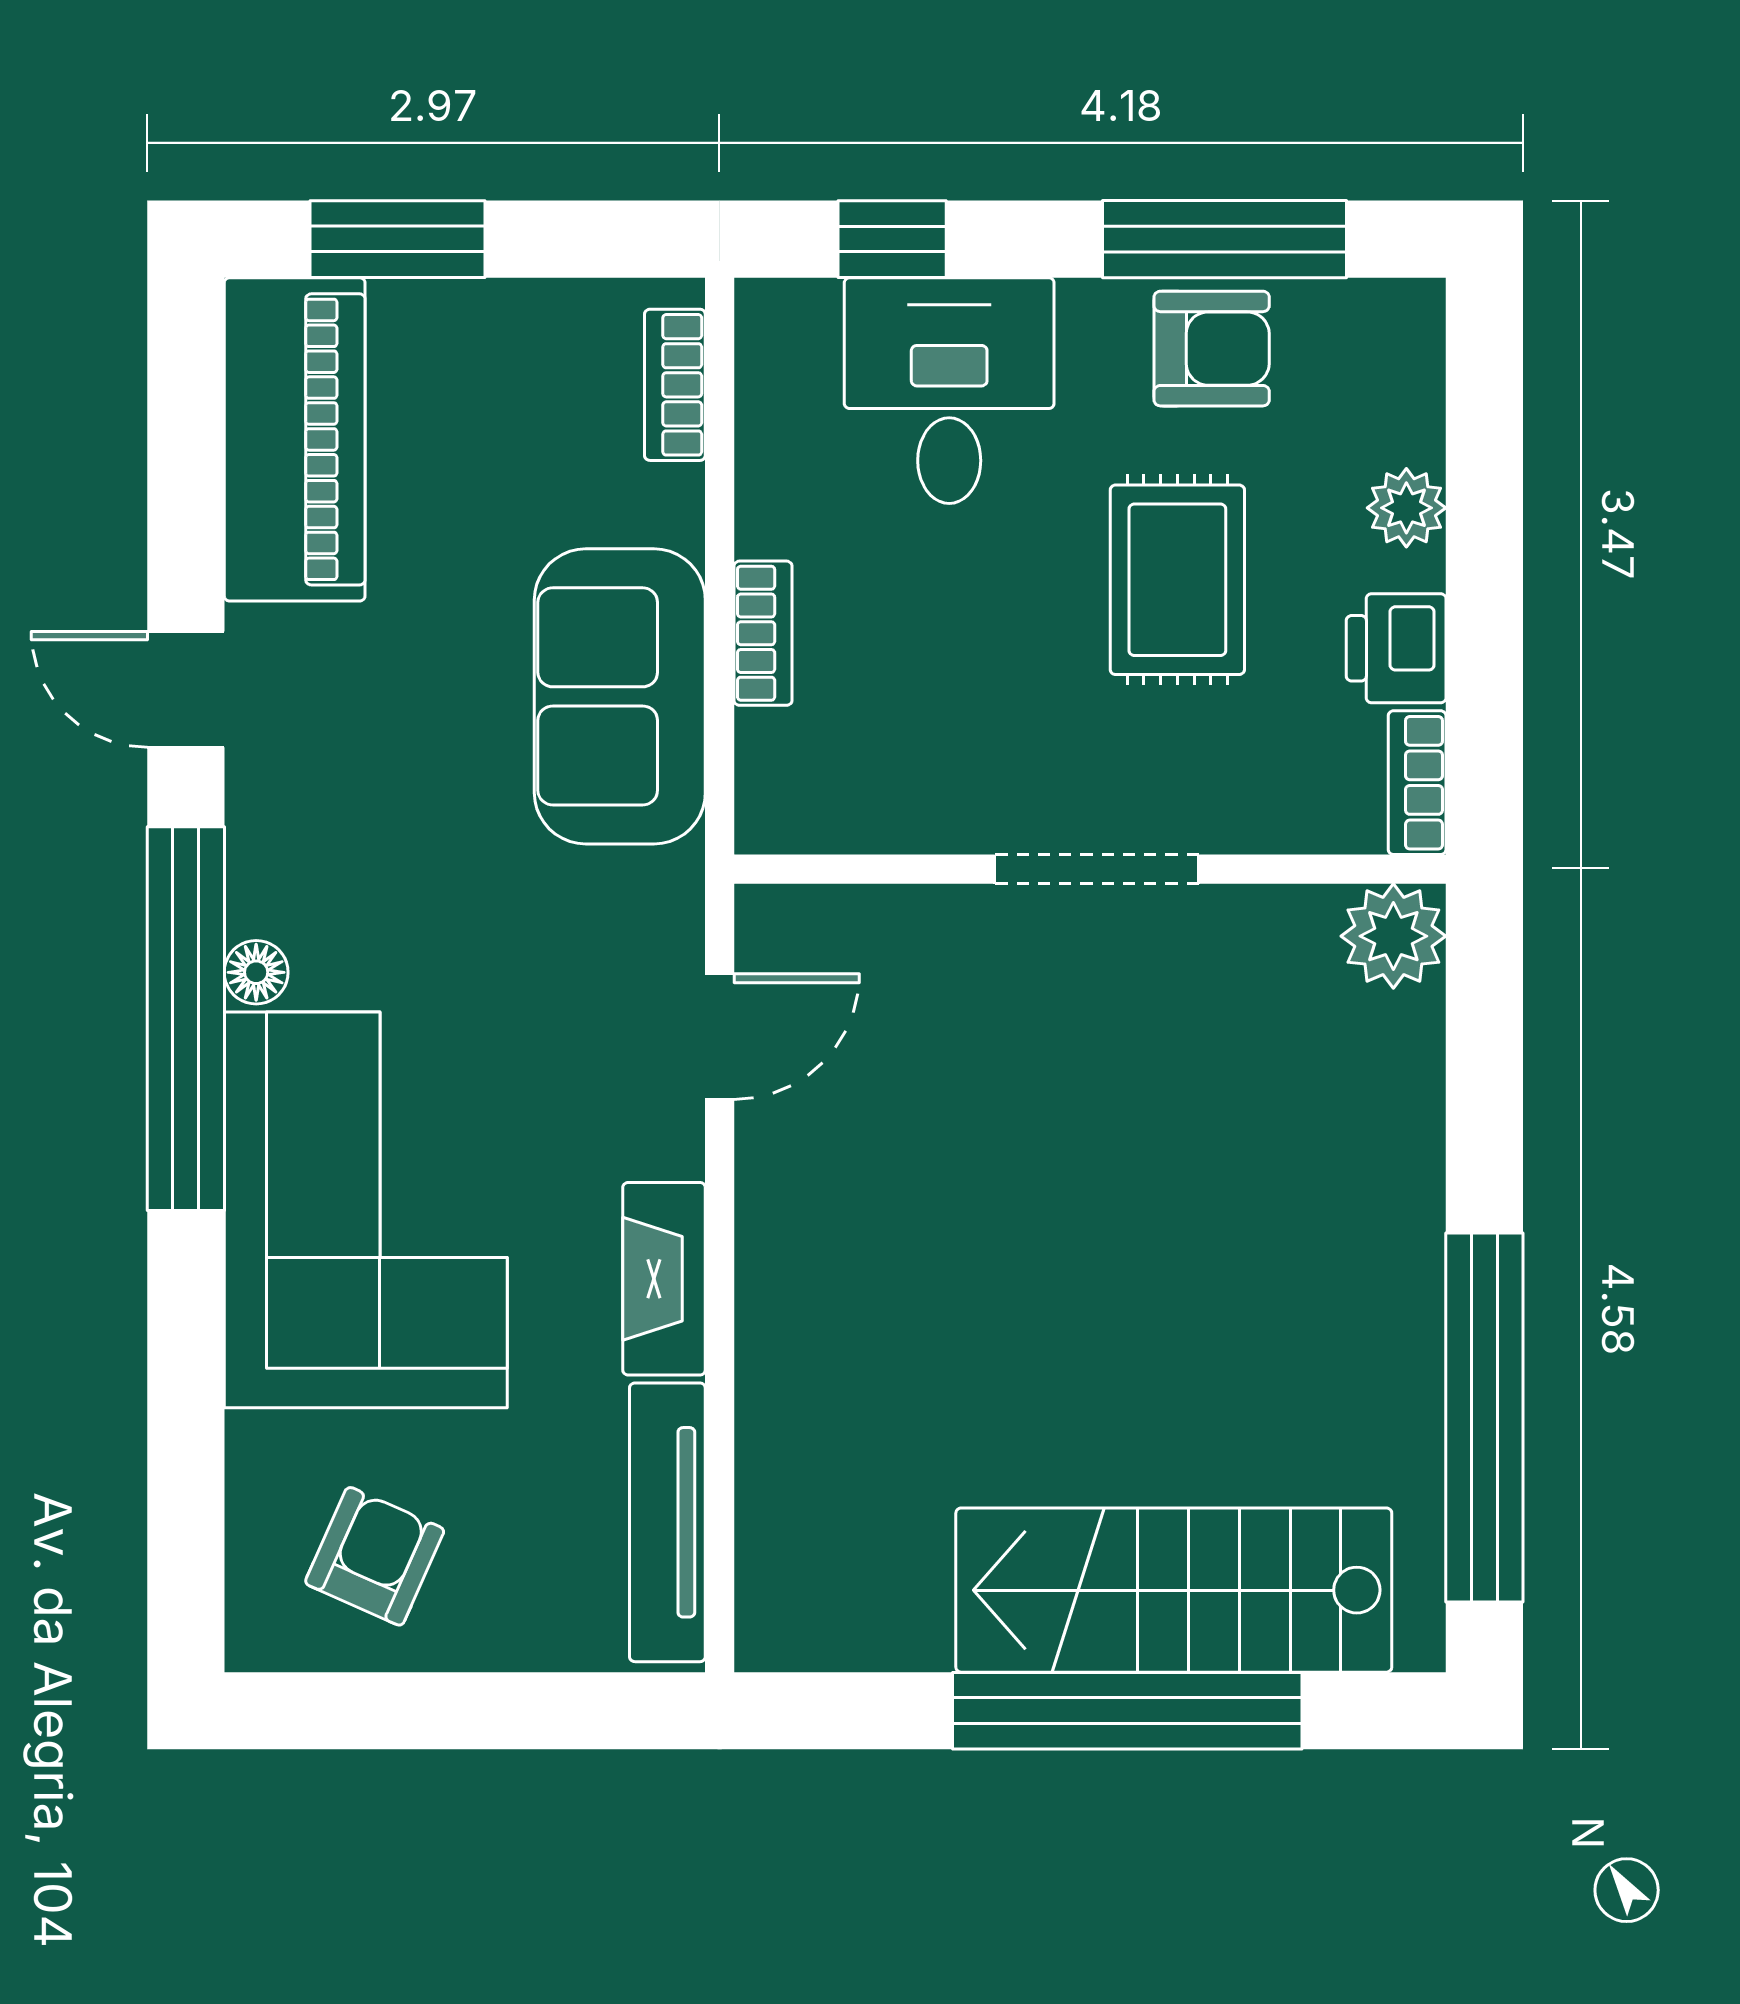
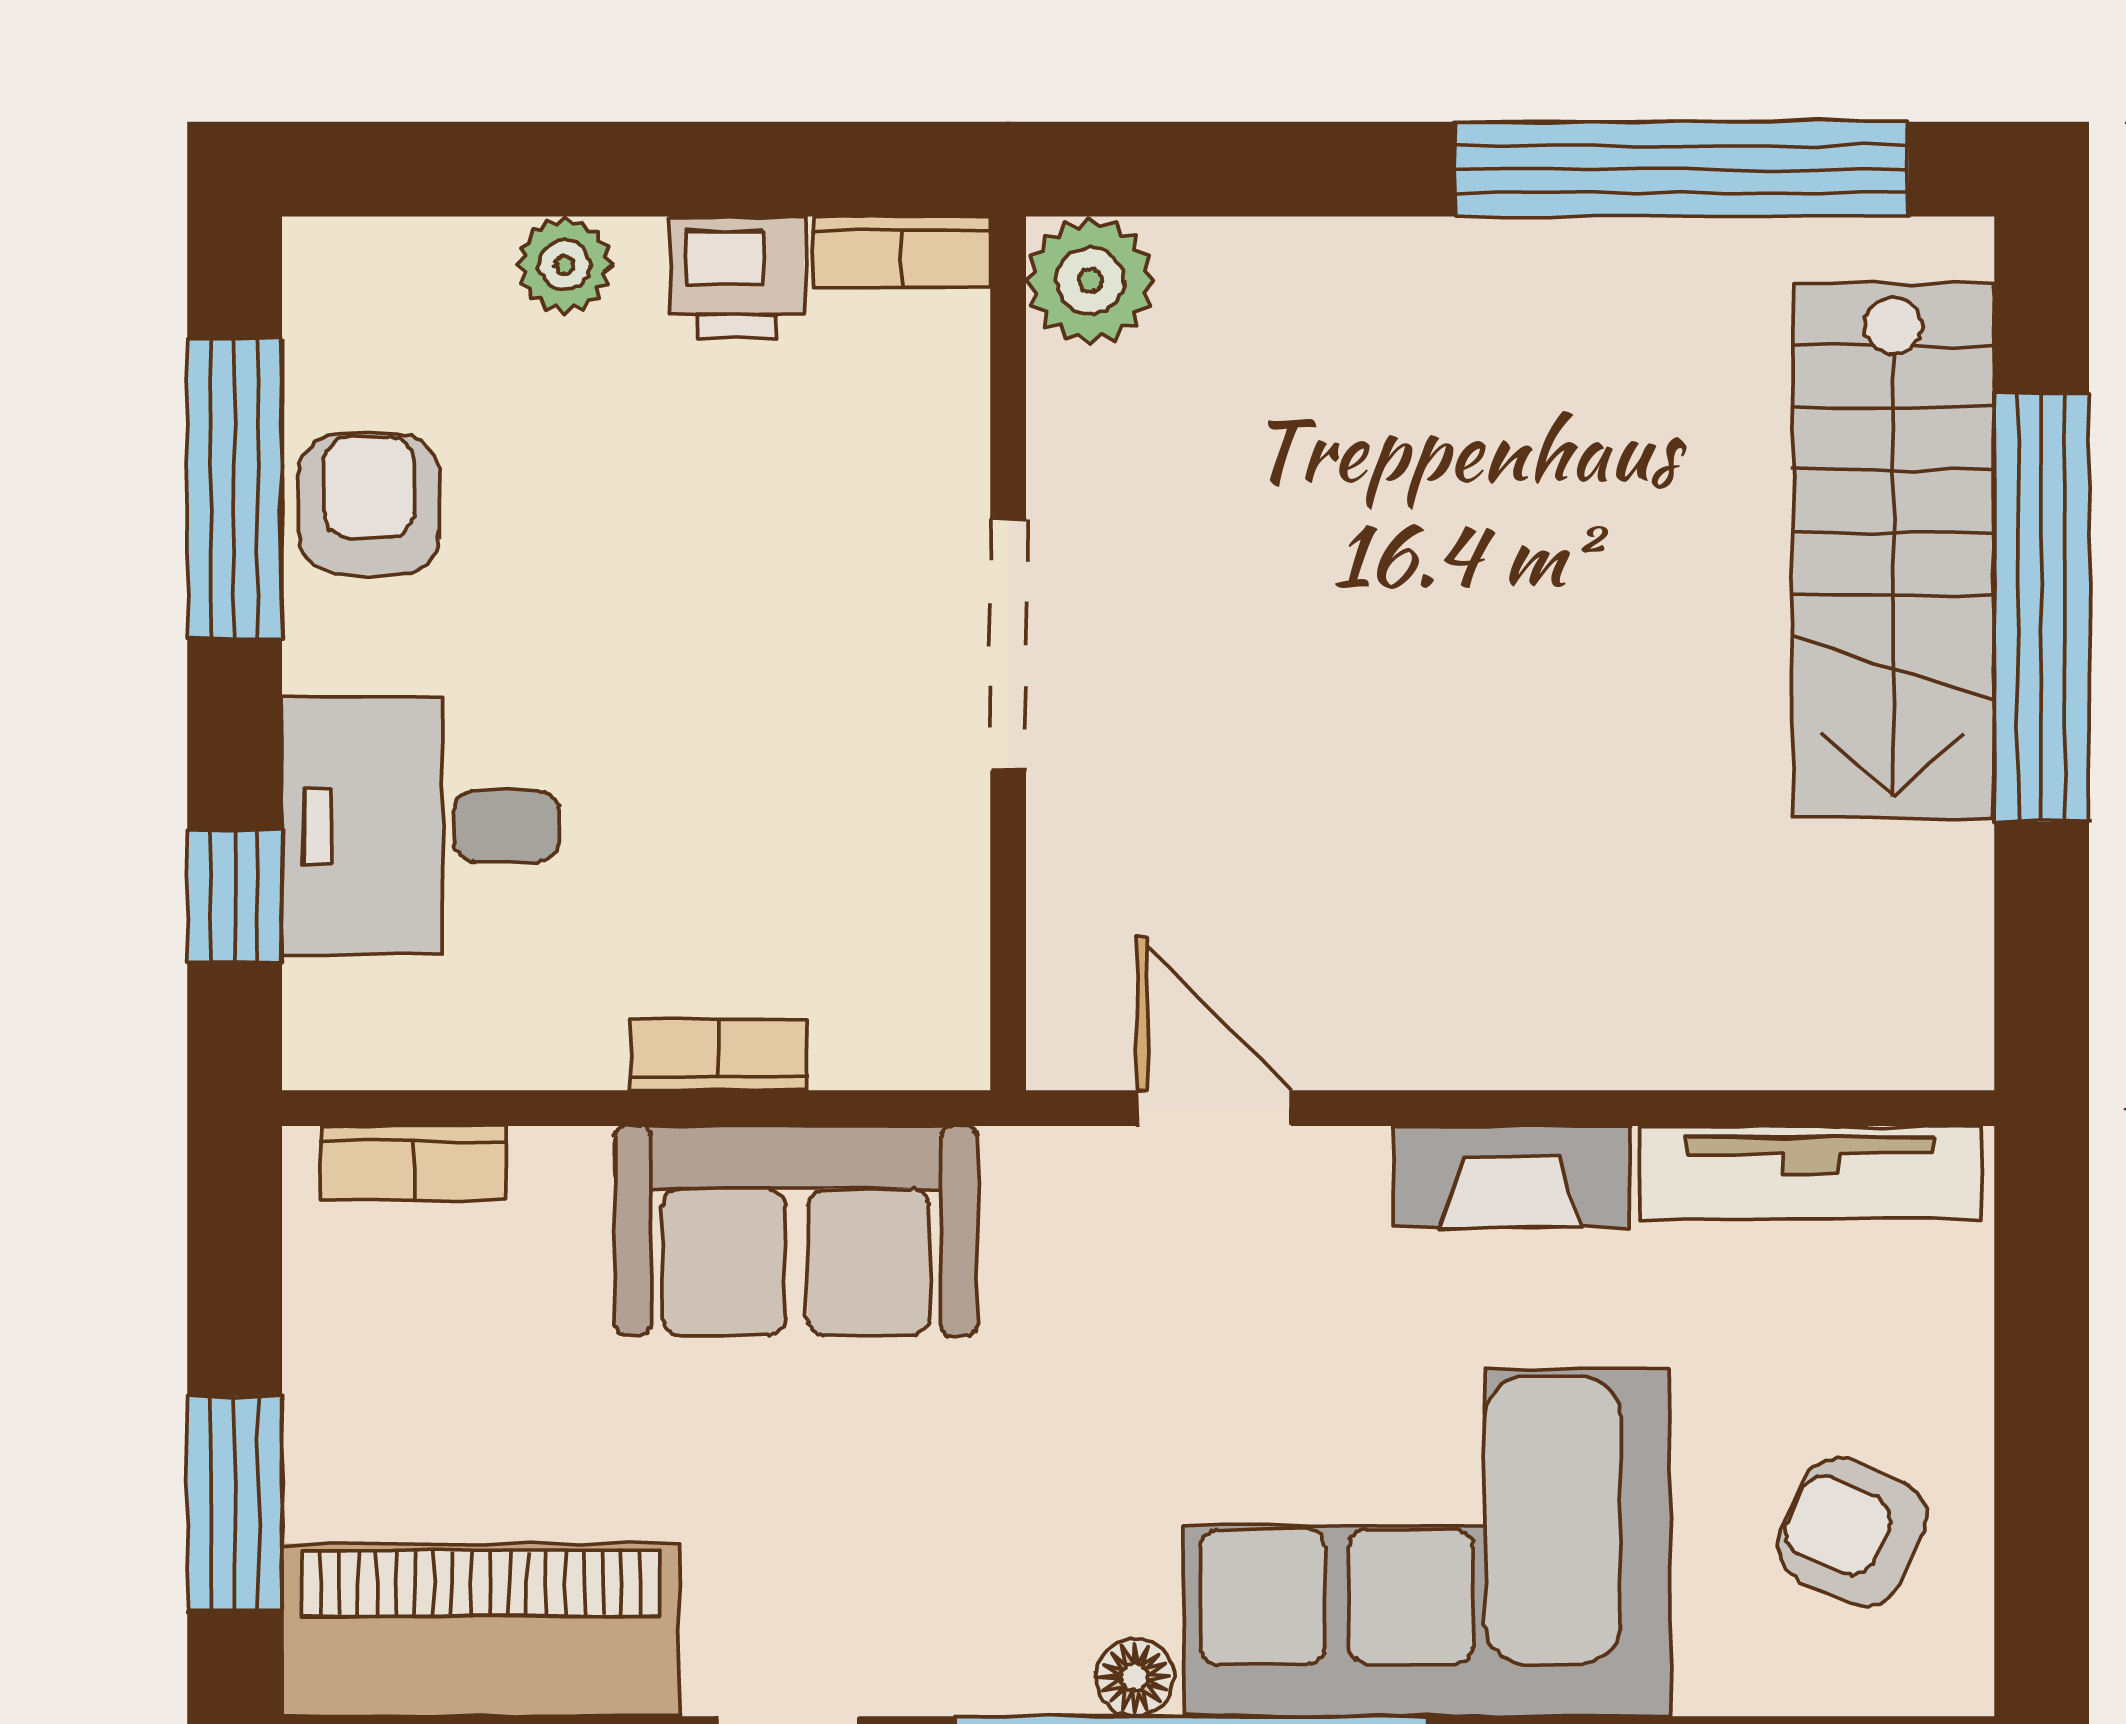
rug: (1177, 580) -> (653, 546), removed

